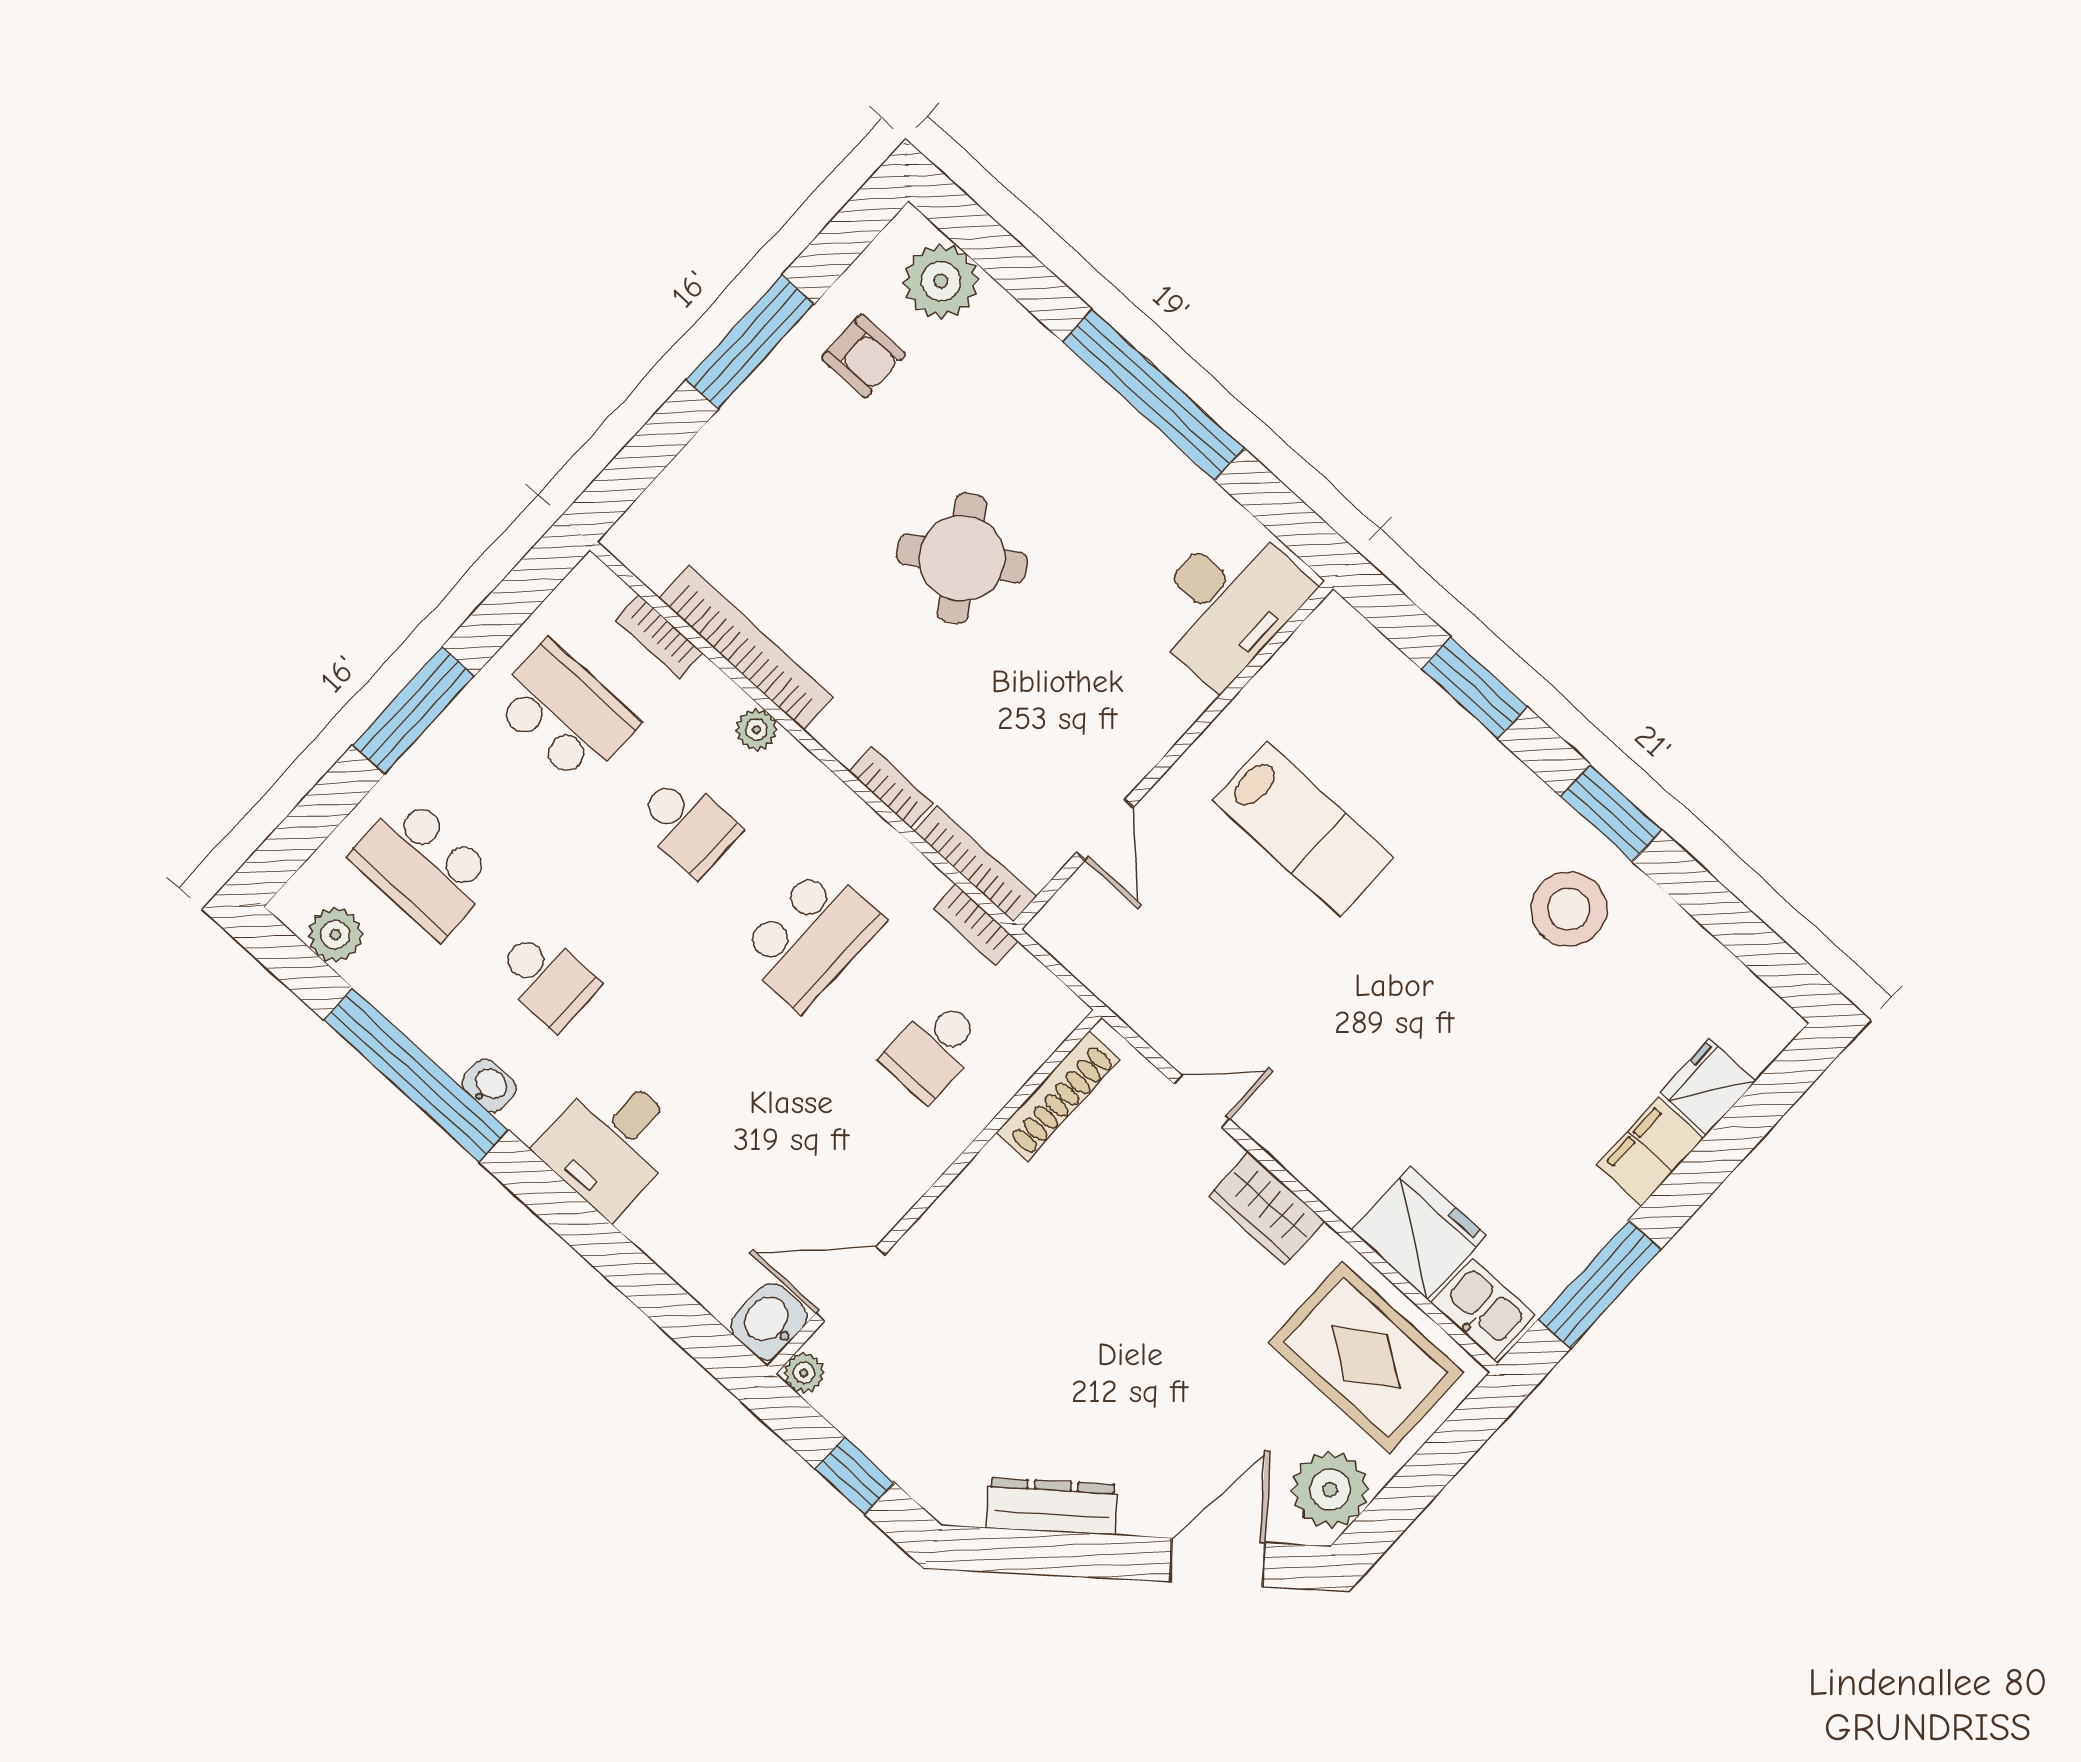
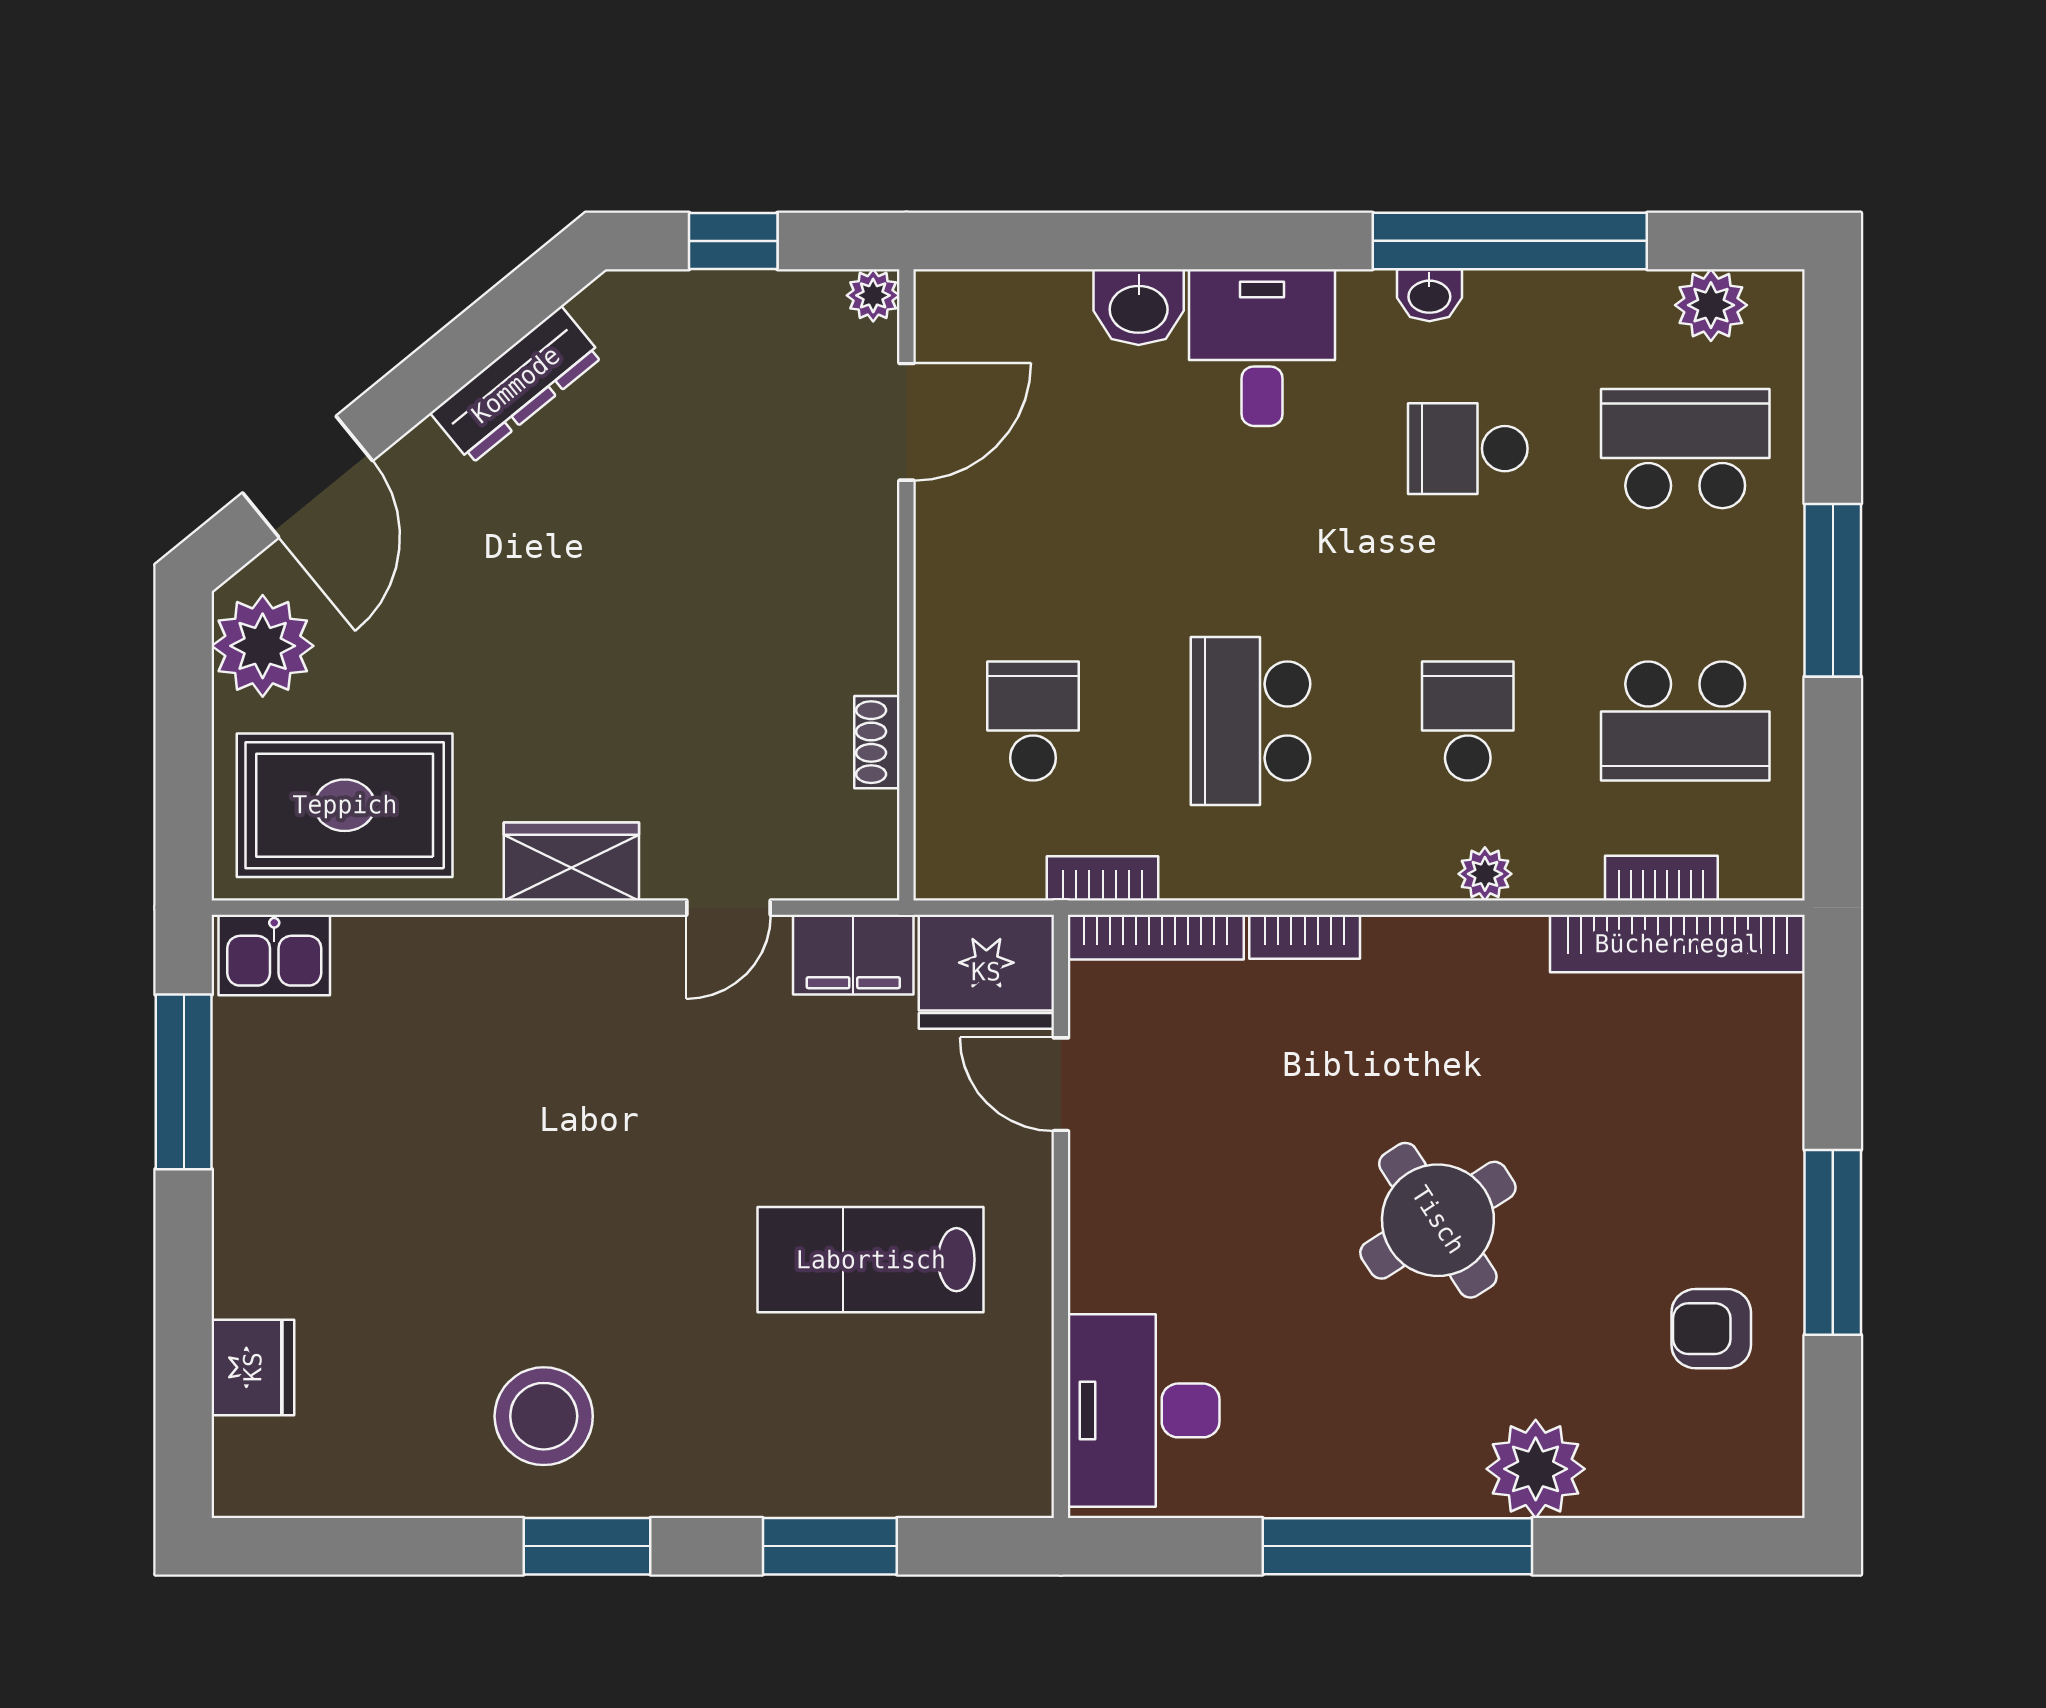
plant: (941, 281) -> (1536, 1469), moved
bookcase: (746, 648) -> (1677, 944), moved
school desk: (687, 825) -> (1468, 721), turned 90
shoe rack: (1058, 1096) -> (877, 742), width x0.51, depth x0.81
filing cabinet: (1650, 1152) -> (853, 955), moved, turned 90
fridge: (1419, 1233) -> (986, 972), moved
washbasin: (769, 1322) -> (1139, 307), moved, turned 90

